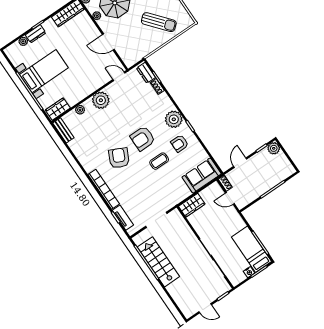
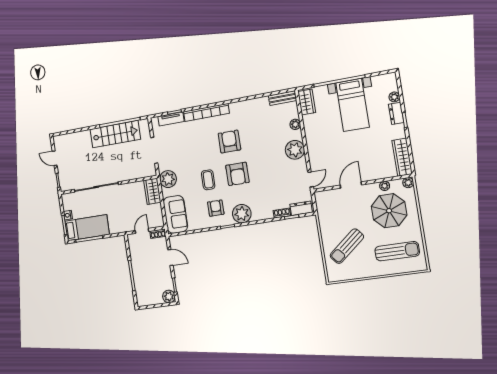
armchair: (143, 139) -> (237, 174), turned 180
armchair: (119, 158) -> (229, 142), turned -116
plant: (175, 196) -> (168, 179), added
door: (205, 308) -> (55, 158), hinge flipped

